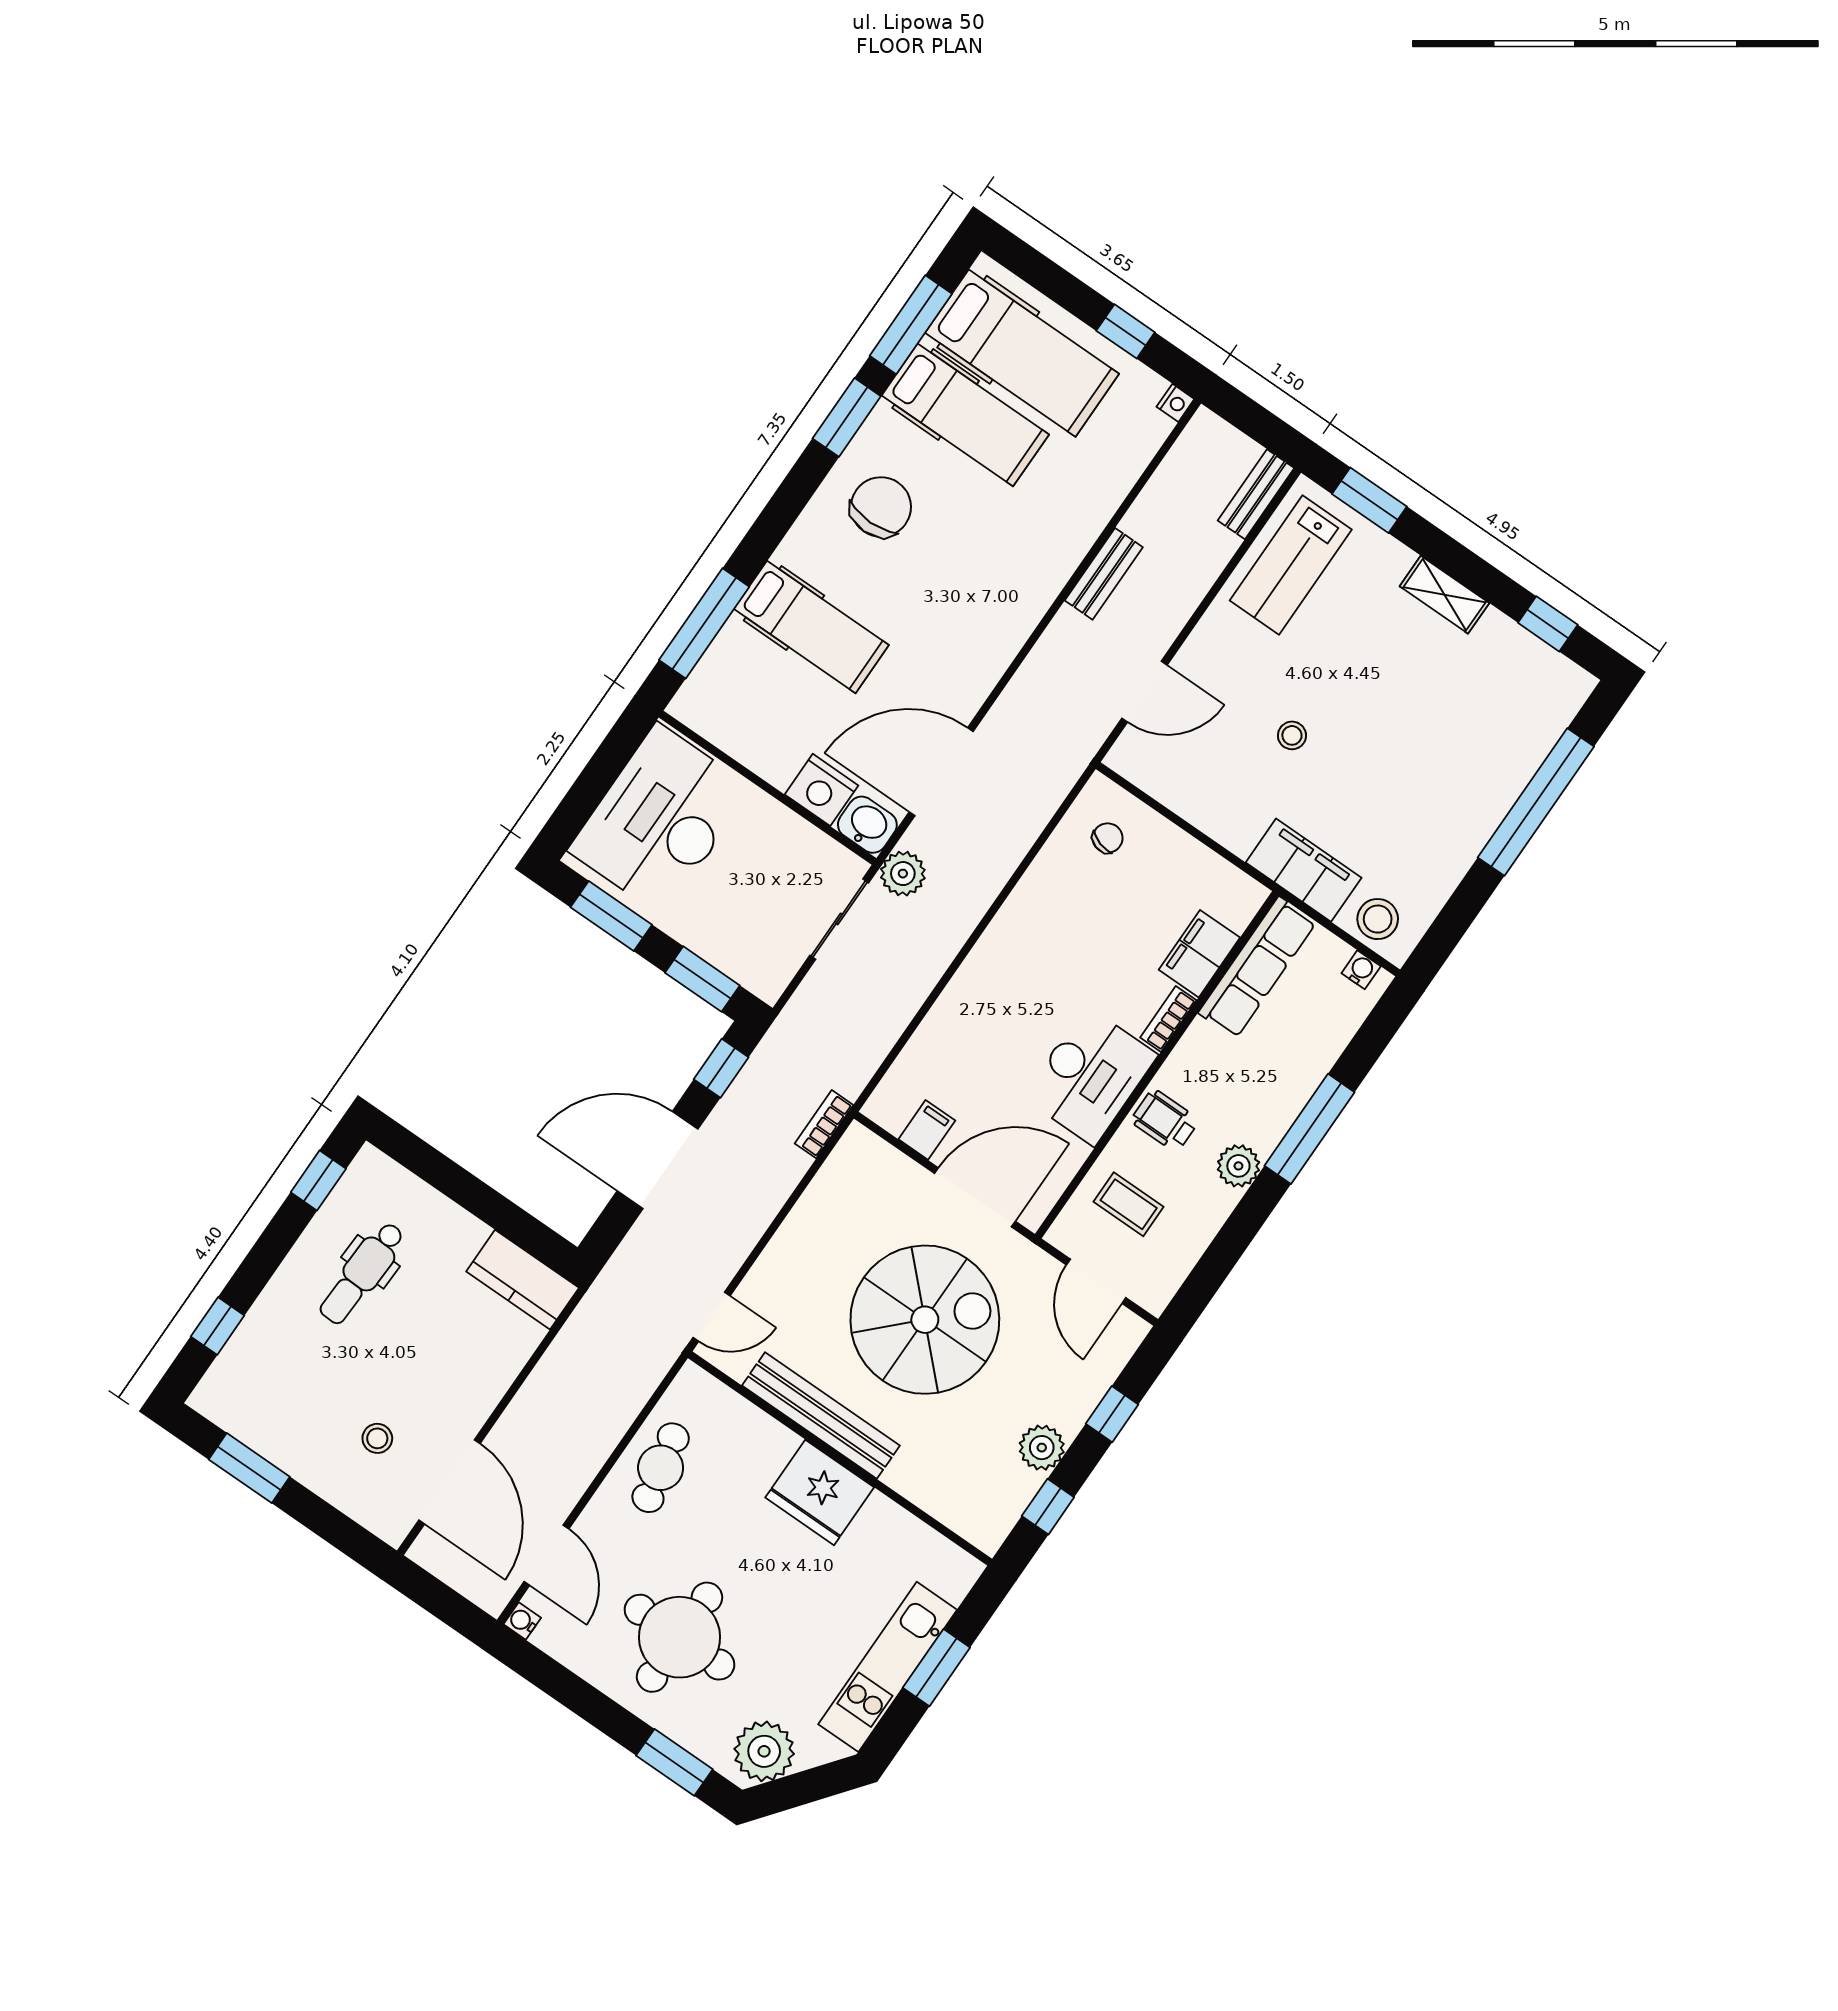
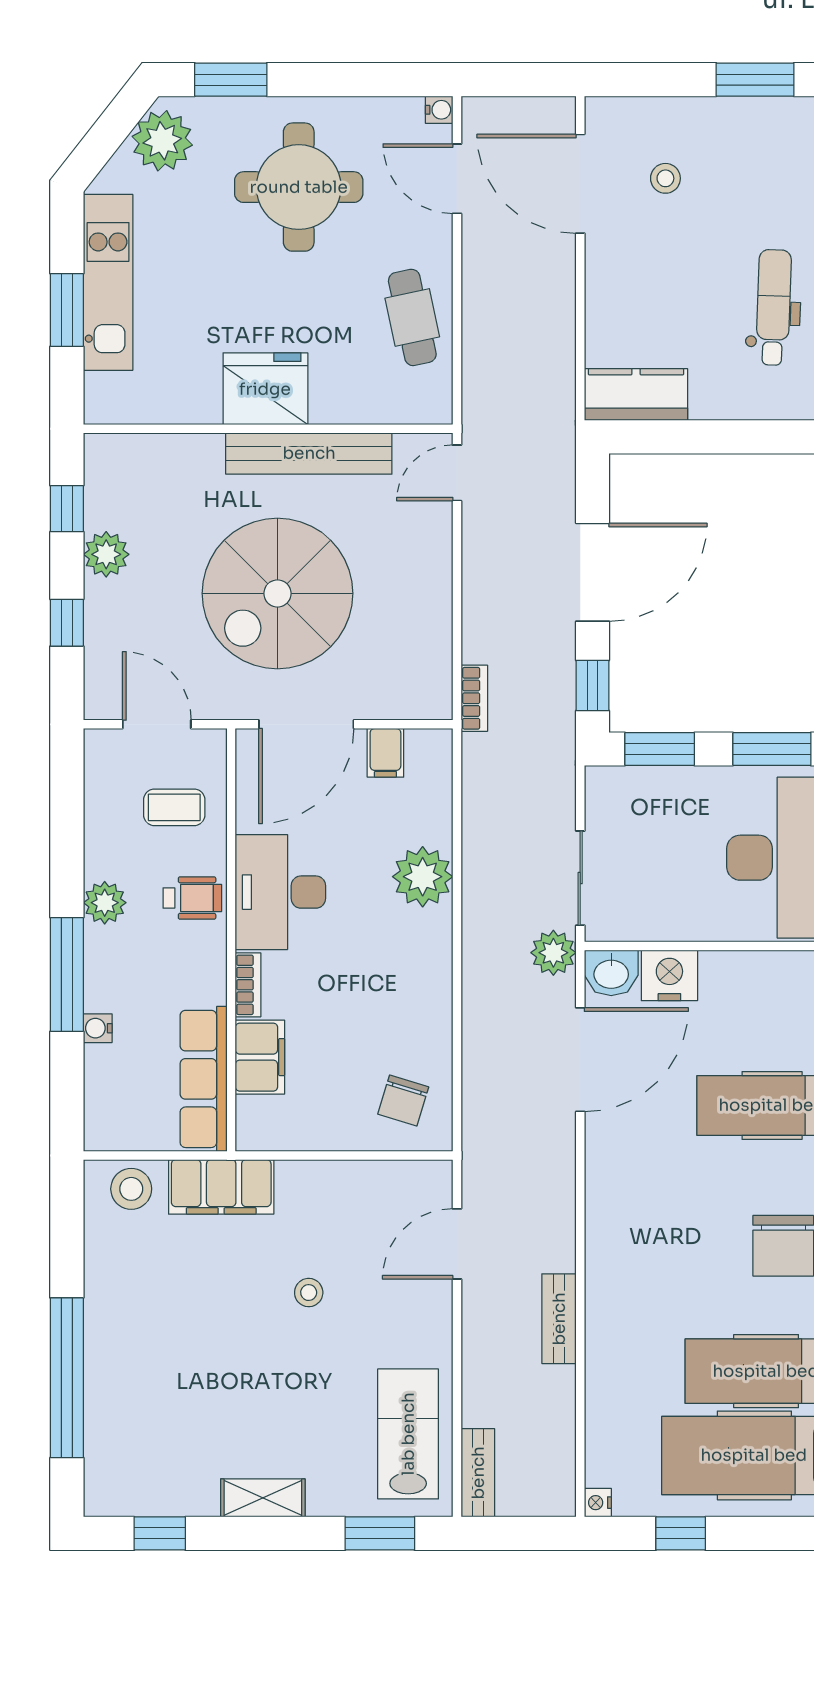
chair: (1108, 838) -> (403, 1101), width x1.37, depth x1.37
water cooler: (1361, 970) -> (98, 1028), moved, turned 90
plant: (966, 1009) -> (423, 877), added

